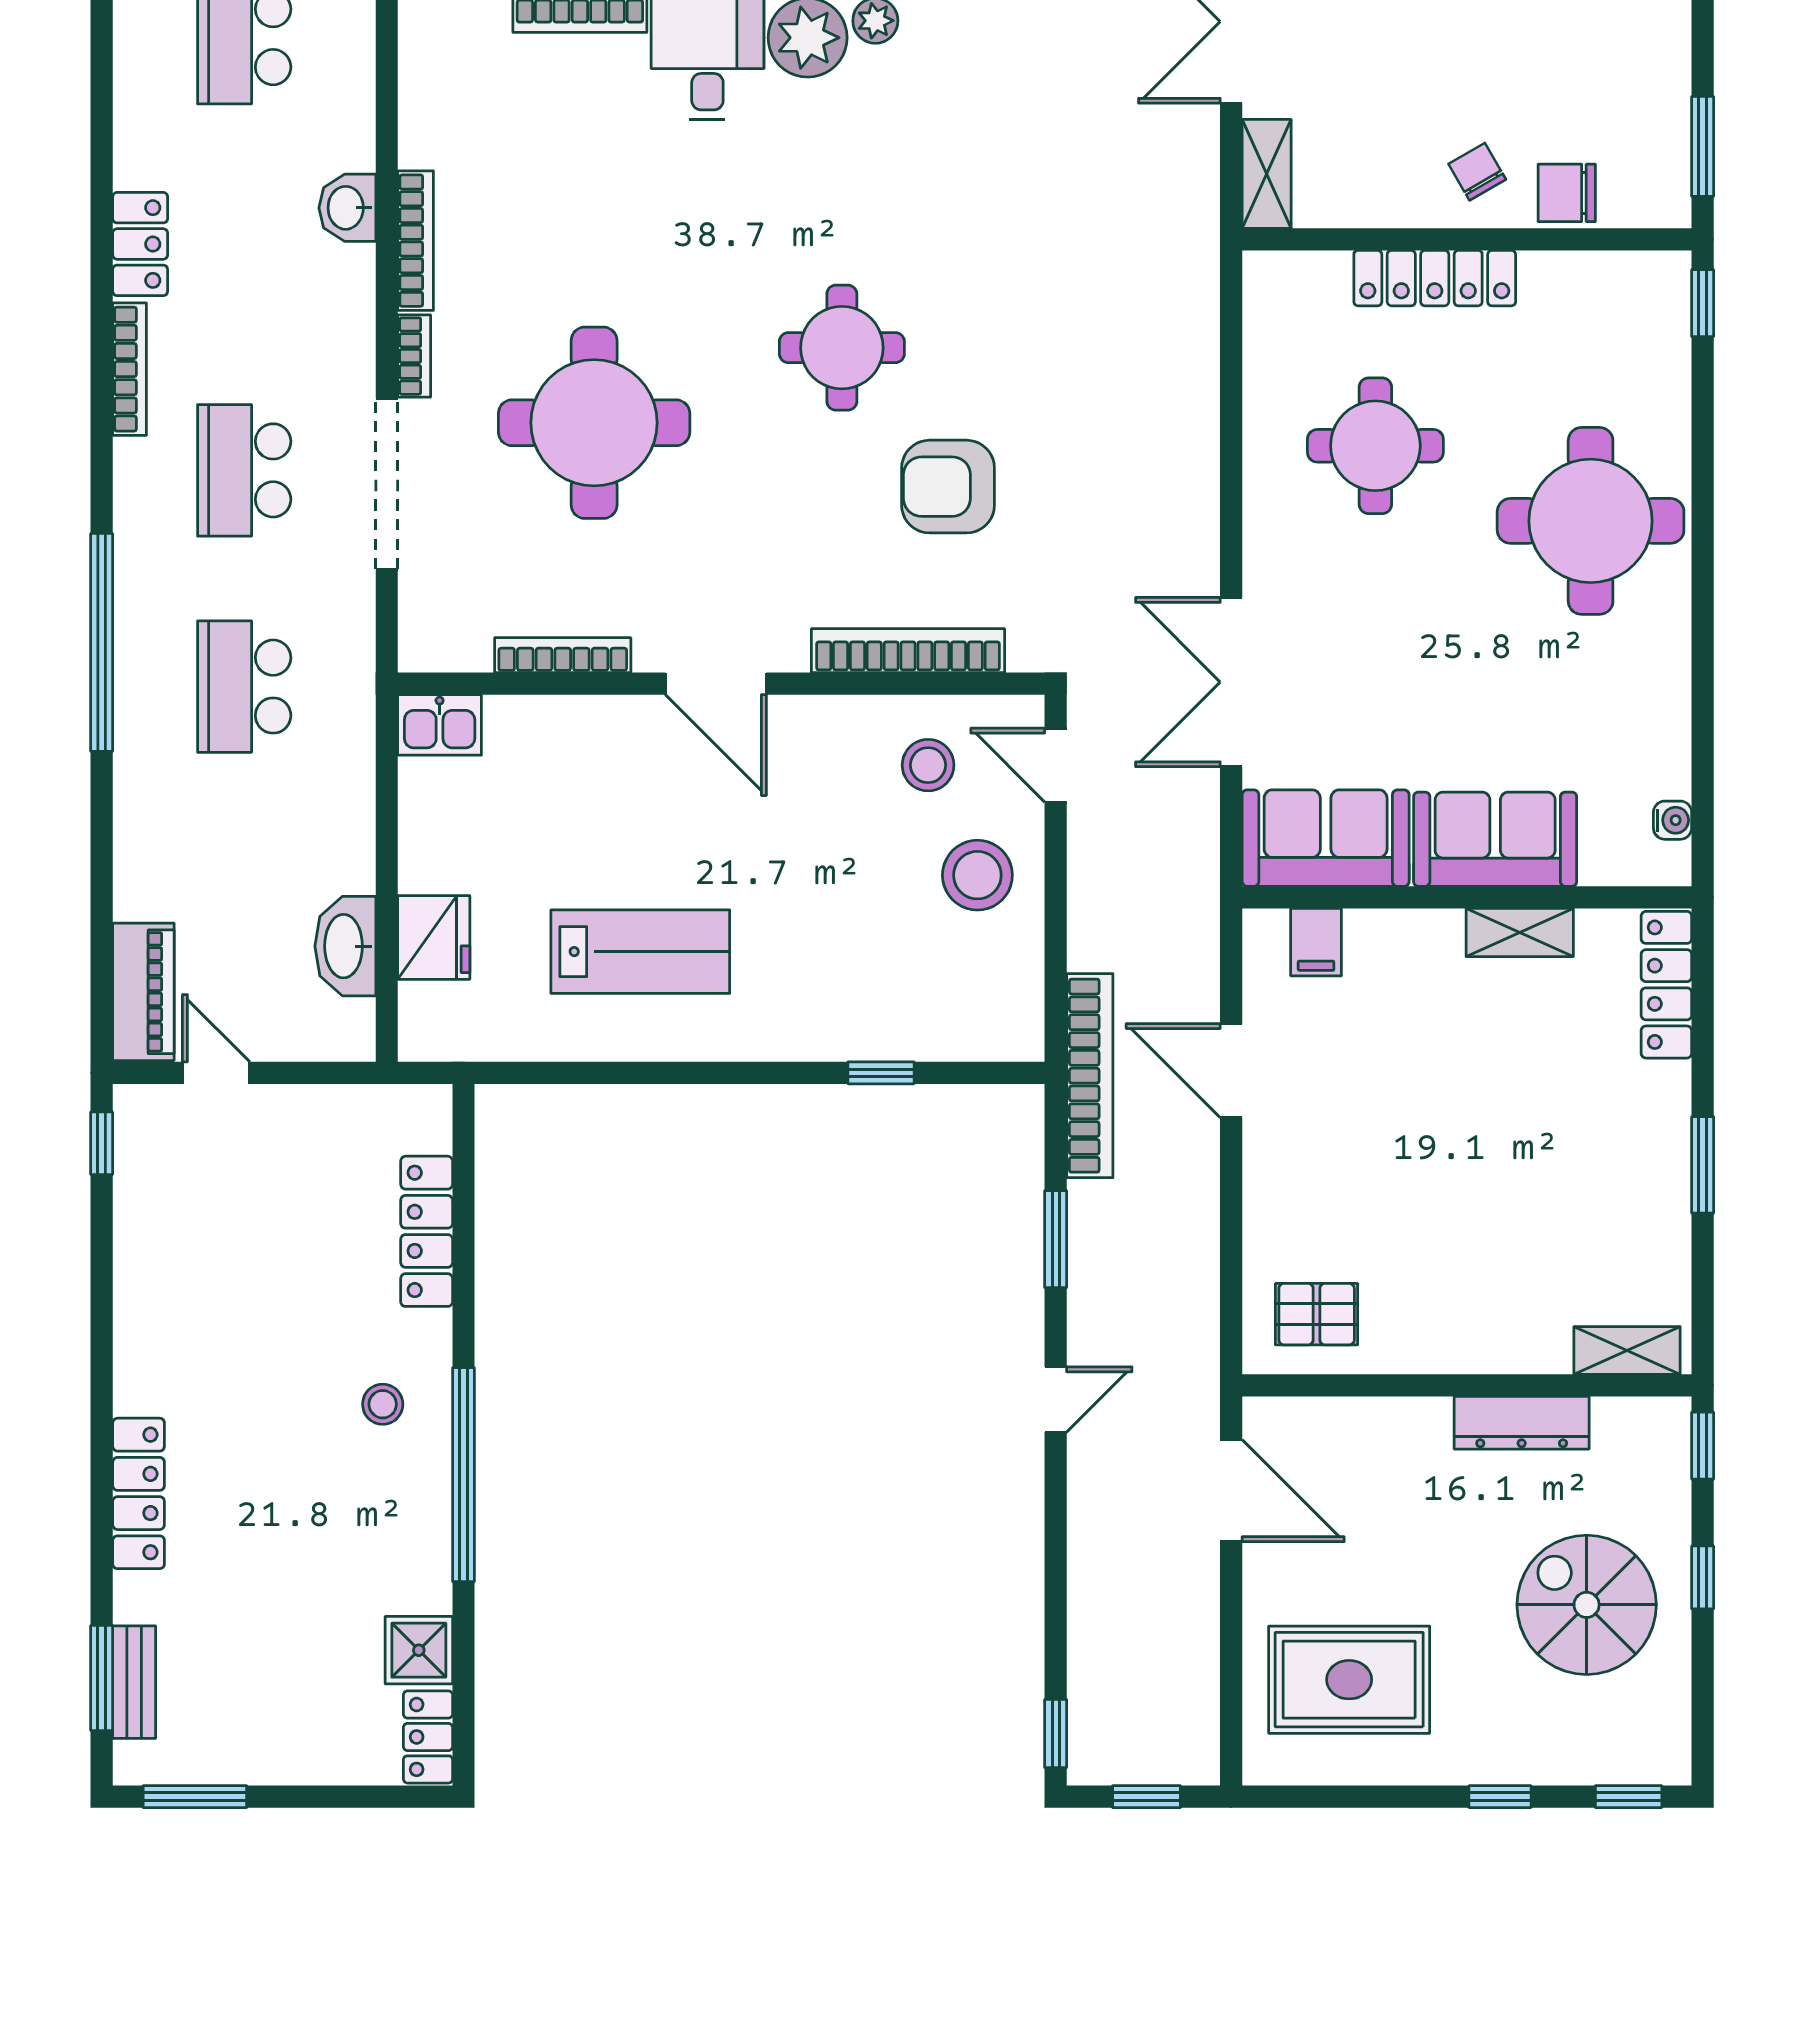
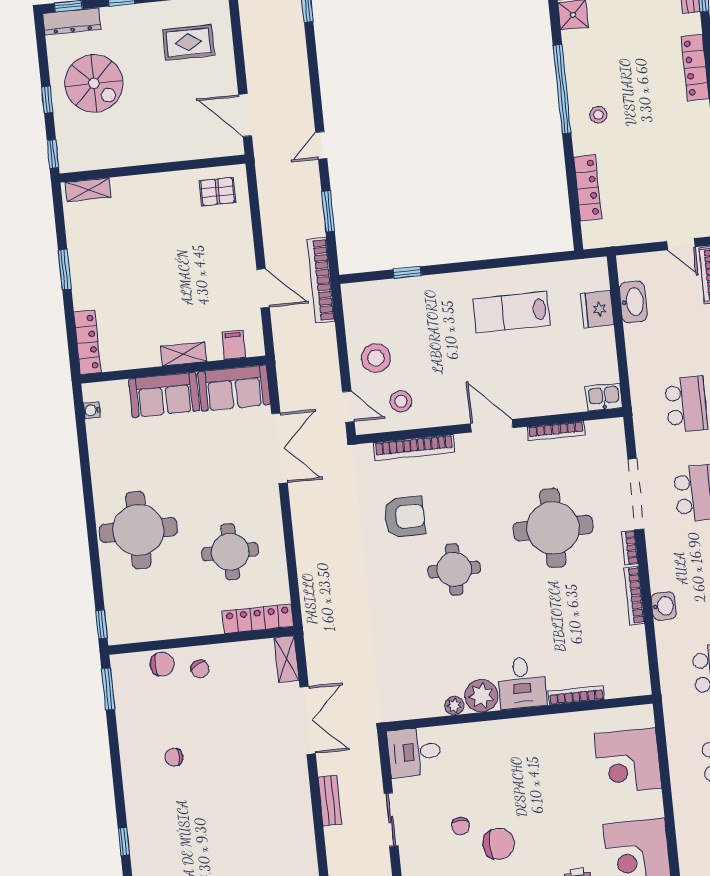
locker: (1435, 278) -> (258, 619), moved
shelving: (1520, 932) -> (184, 354), moved
dresser: (1522, 1423) -> (72, 21), moved, turned 180
rug: (1349, 1680) -> (188, 42), width x0.73, depth x0.70

